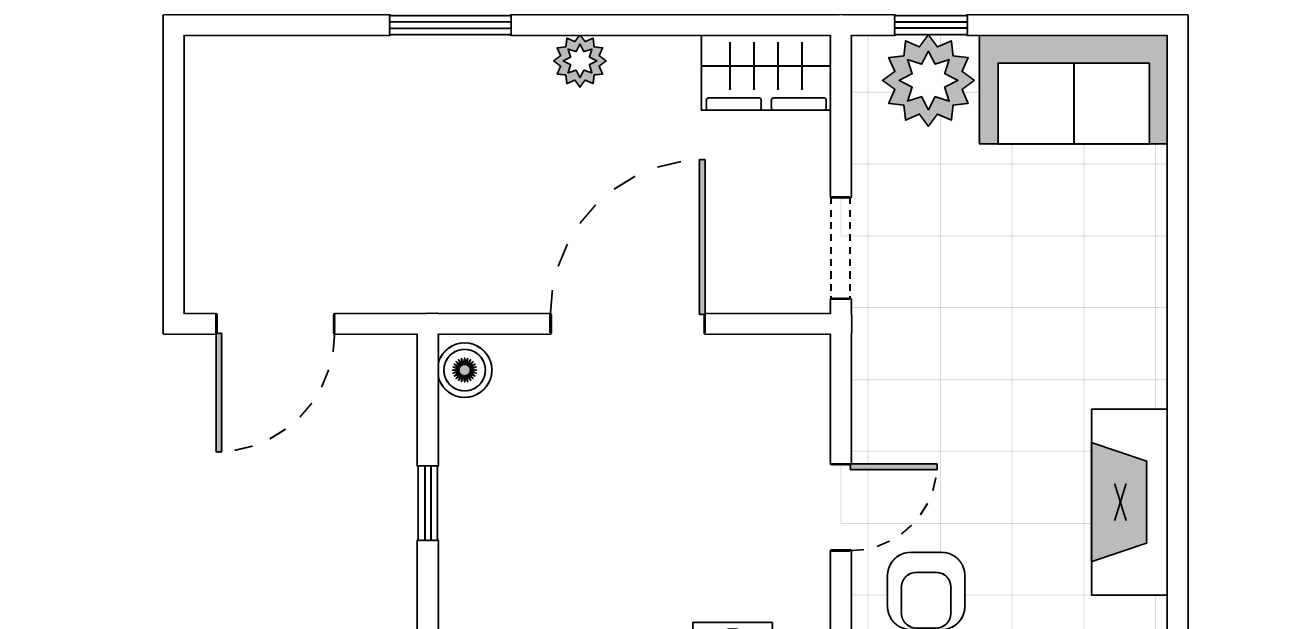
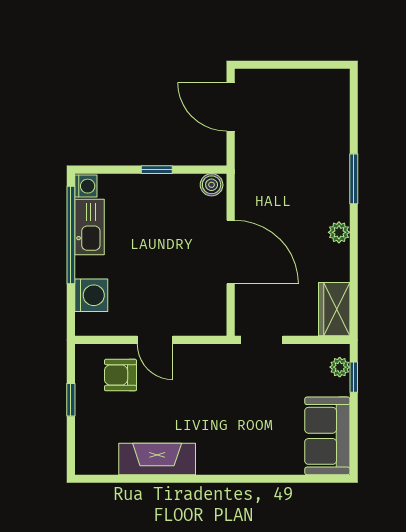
plant: (928, 80) -> (340, 367), width x0.53, depth x0.53

